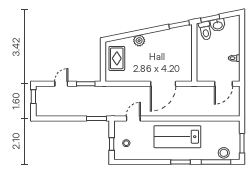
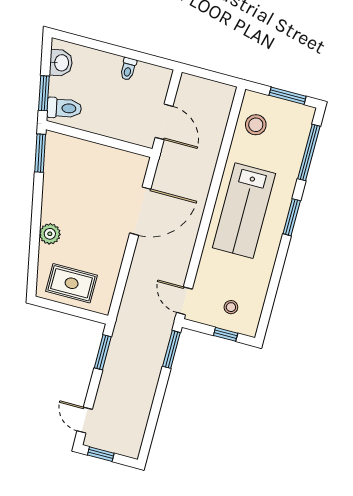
washbasin: (218, 25) -> (61, 63), moved
door: (61, 84) -> (85, 420), moved
door: (163, 84) -> (140, 211), hinge flipped
door: (224, 84) -> (164, 122), moved
door: (133, 118) -> (184, 301), moved
stool: (224, 153) -> (256, 125), moved

